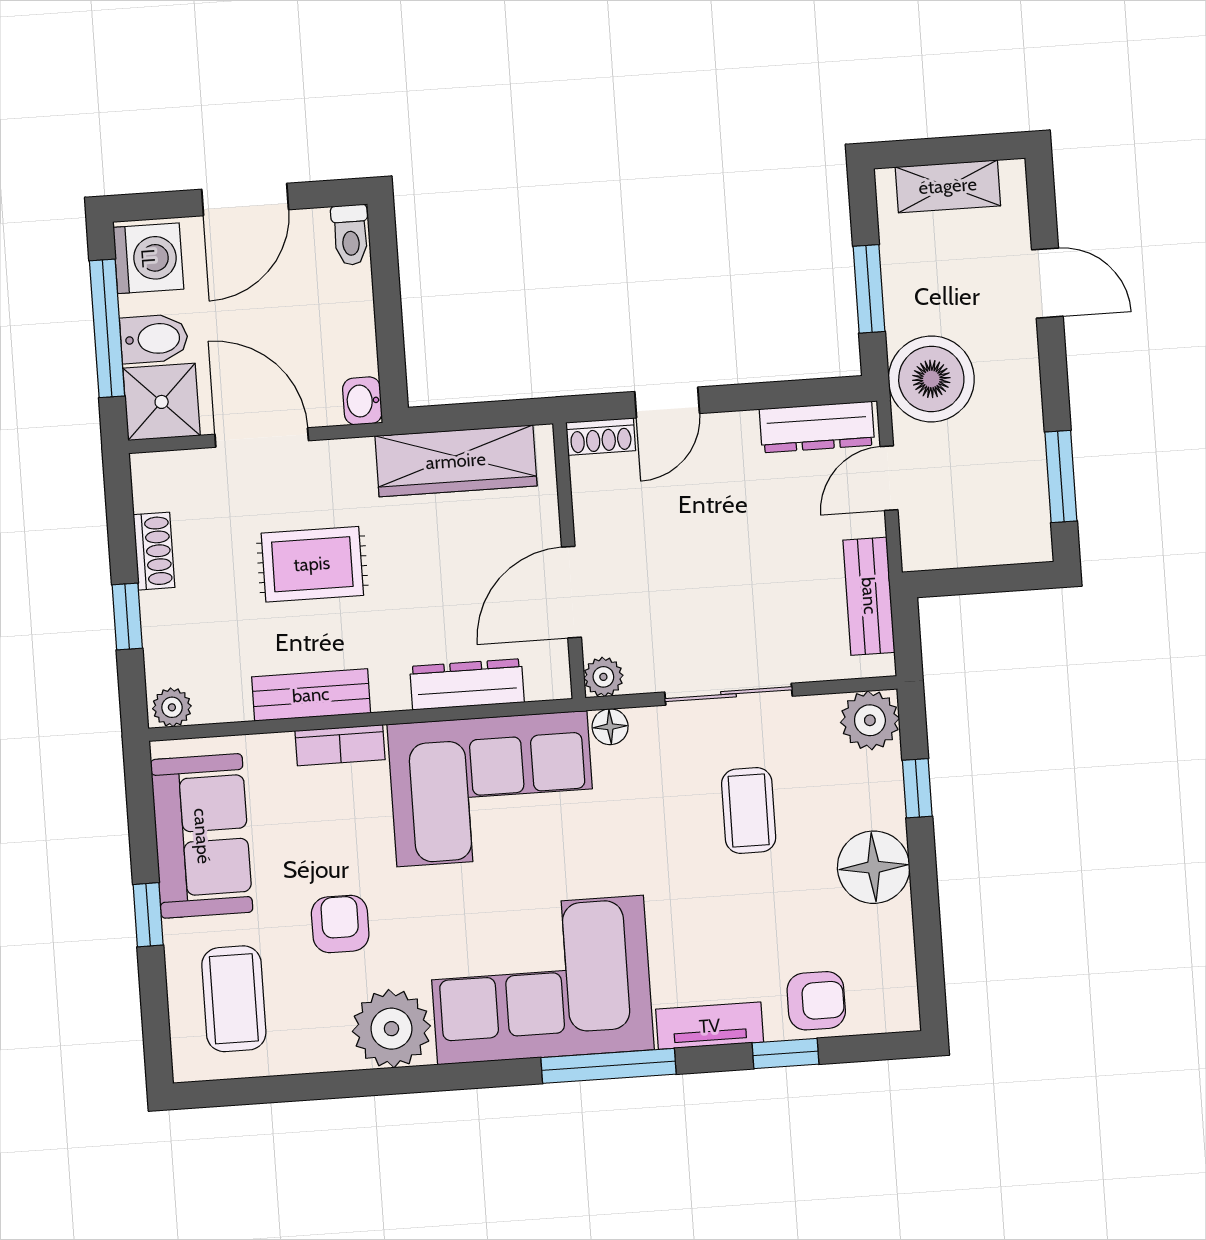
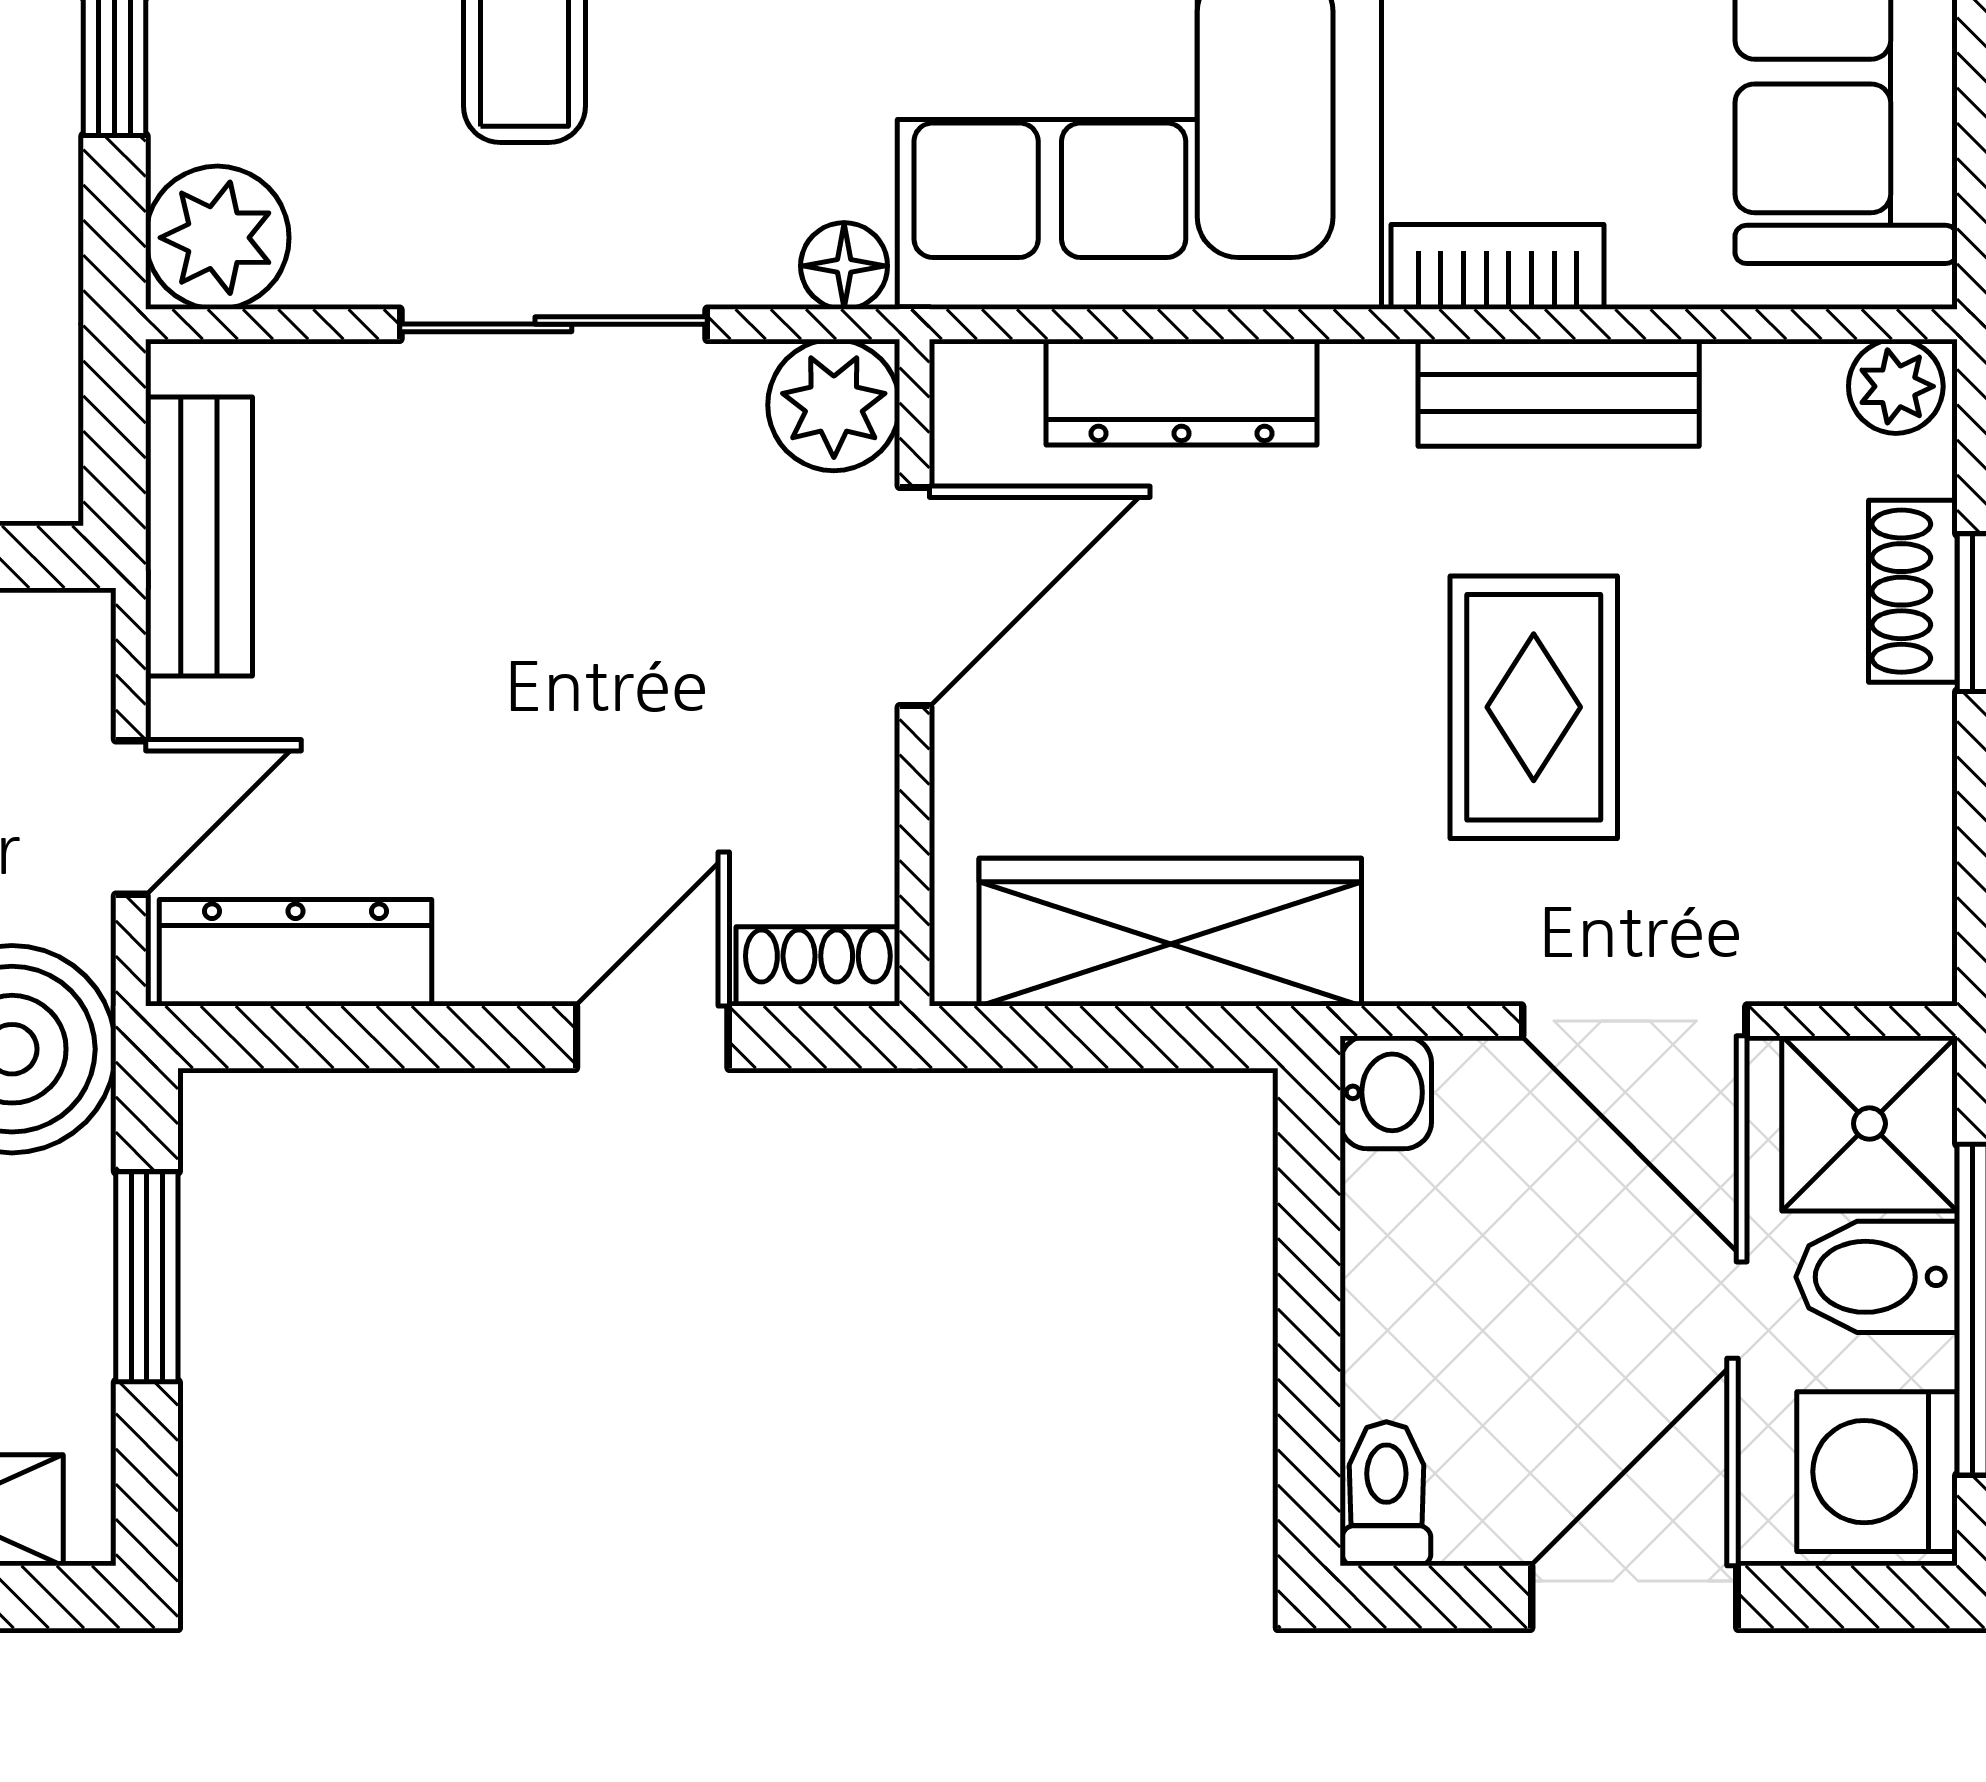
shoe rack: (154, 551) -> (1913, 591), moved
rug: (312, 564) -> (1534, 707), turned 90
plant: (603, 677) -> (834, 405), width x1.38, depth x1.38

